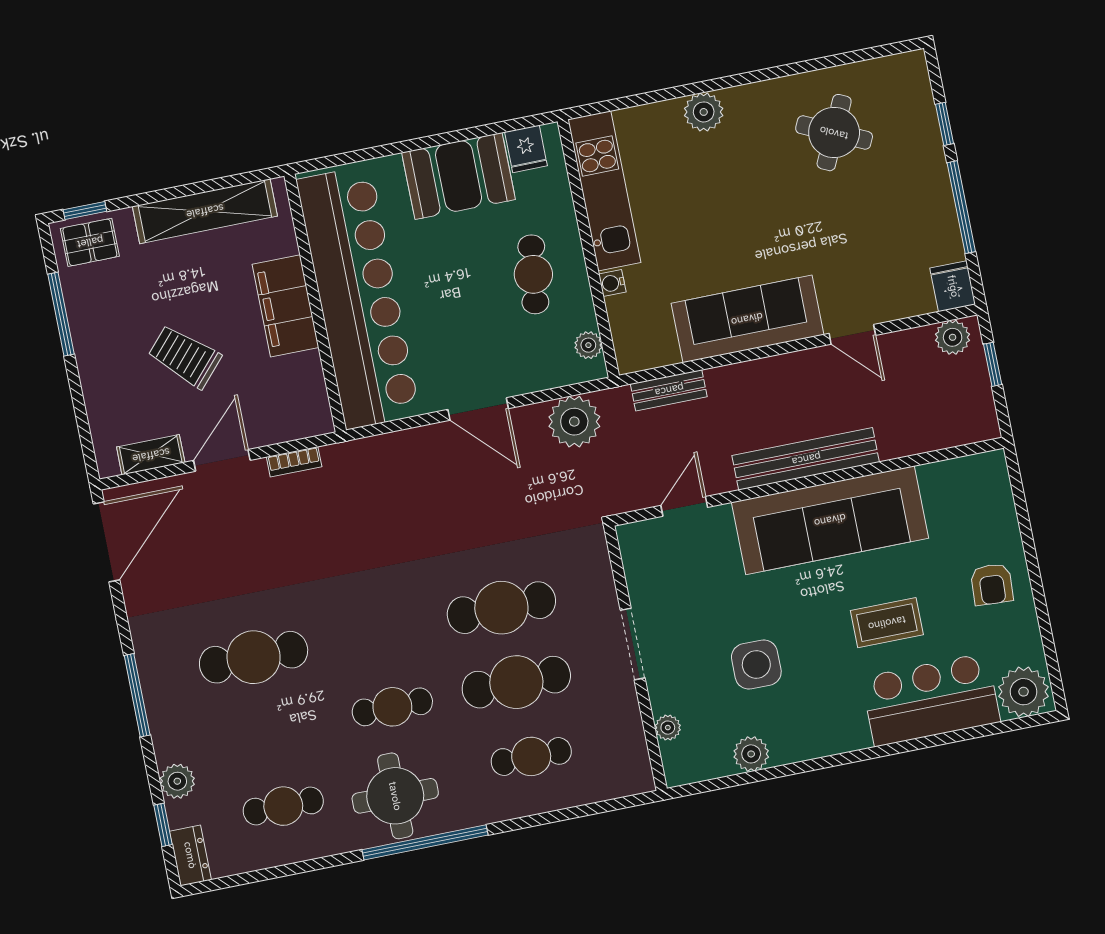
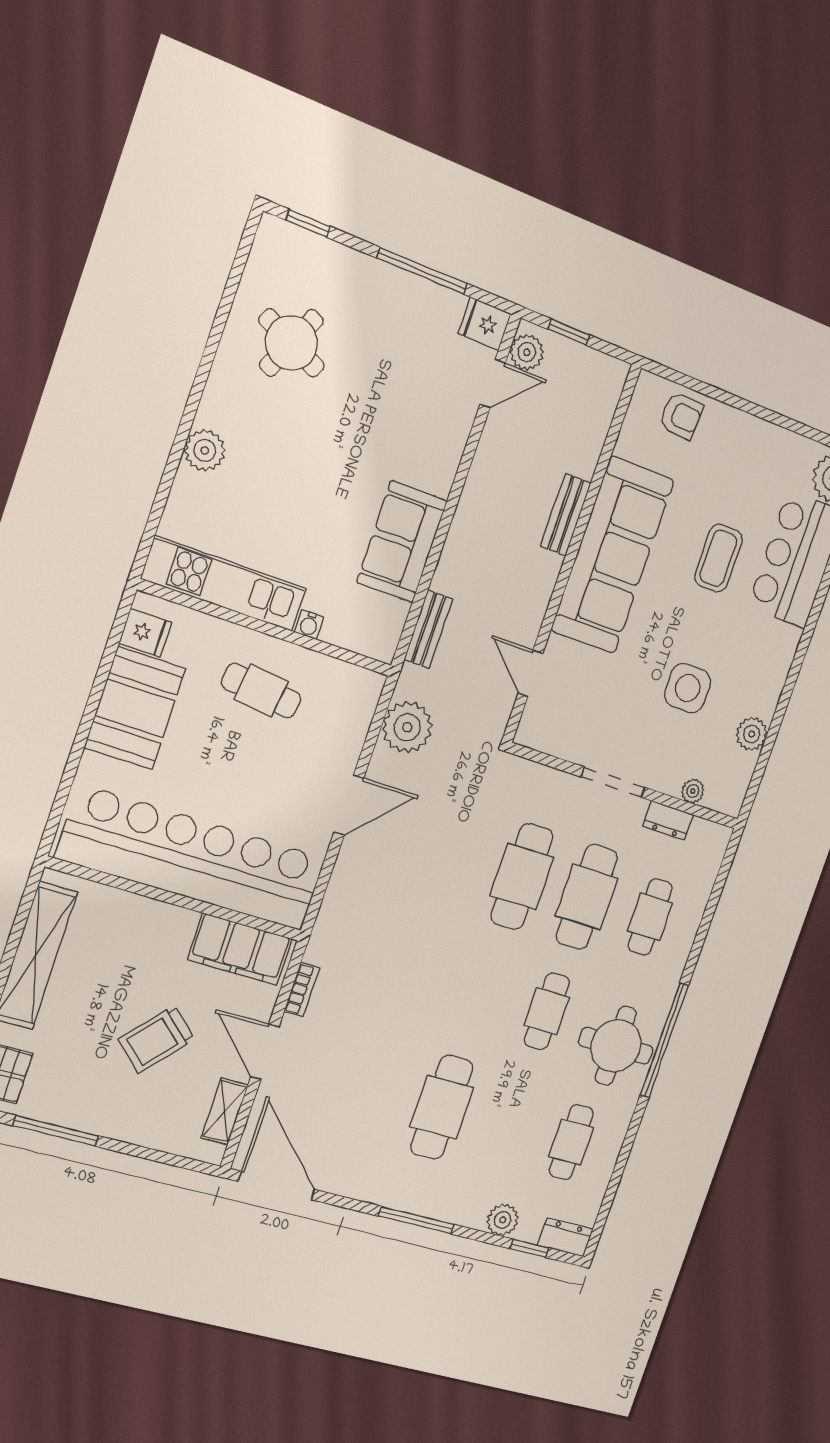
window: (945, 124) -> (308, 223), moved
filing cabinet: (285, 306) -> (240, 949), moved
sofa: (747, 319) -> (402, 542), width x0.73
door: (852, 334) -> (493, 384), moved
plant: (588, 345) -> (350, 677), removed
bench: (806, 459) -> (566, 515), width x0.54, depth x0.82
armchair: (992, 584) -> (681, 416), moved
dresser: (628, 719) -> (668, 820), added

